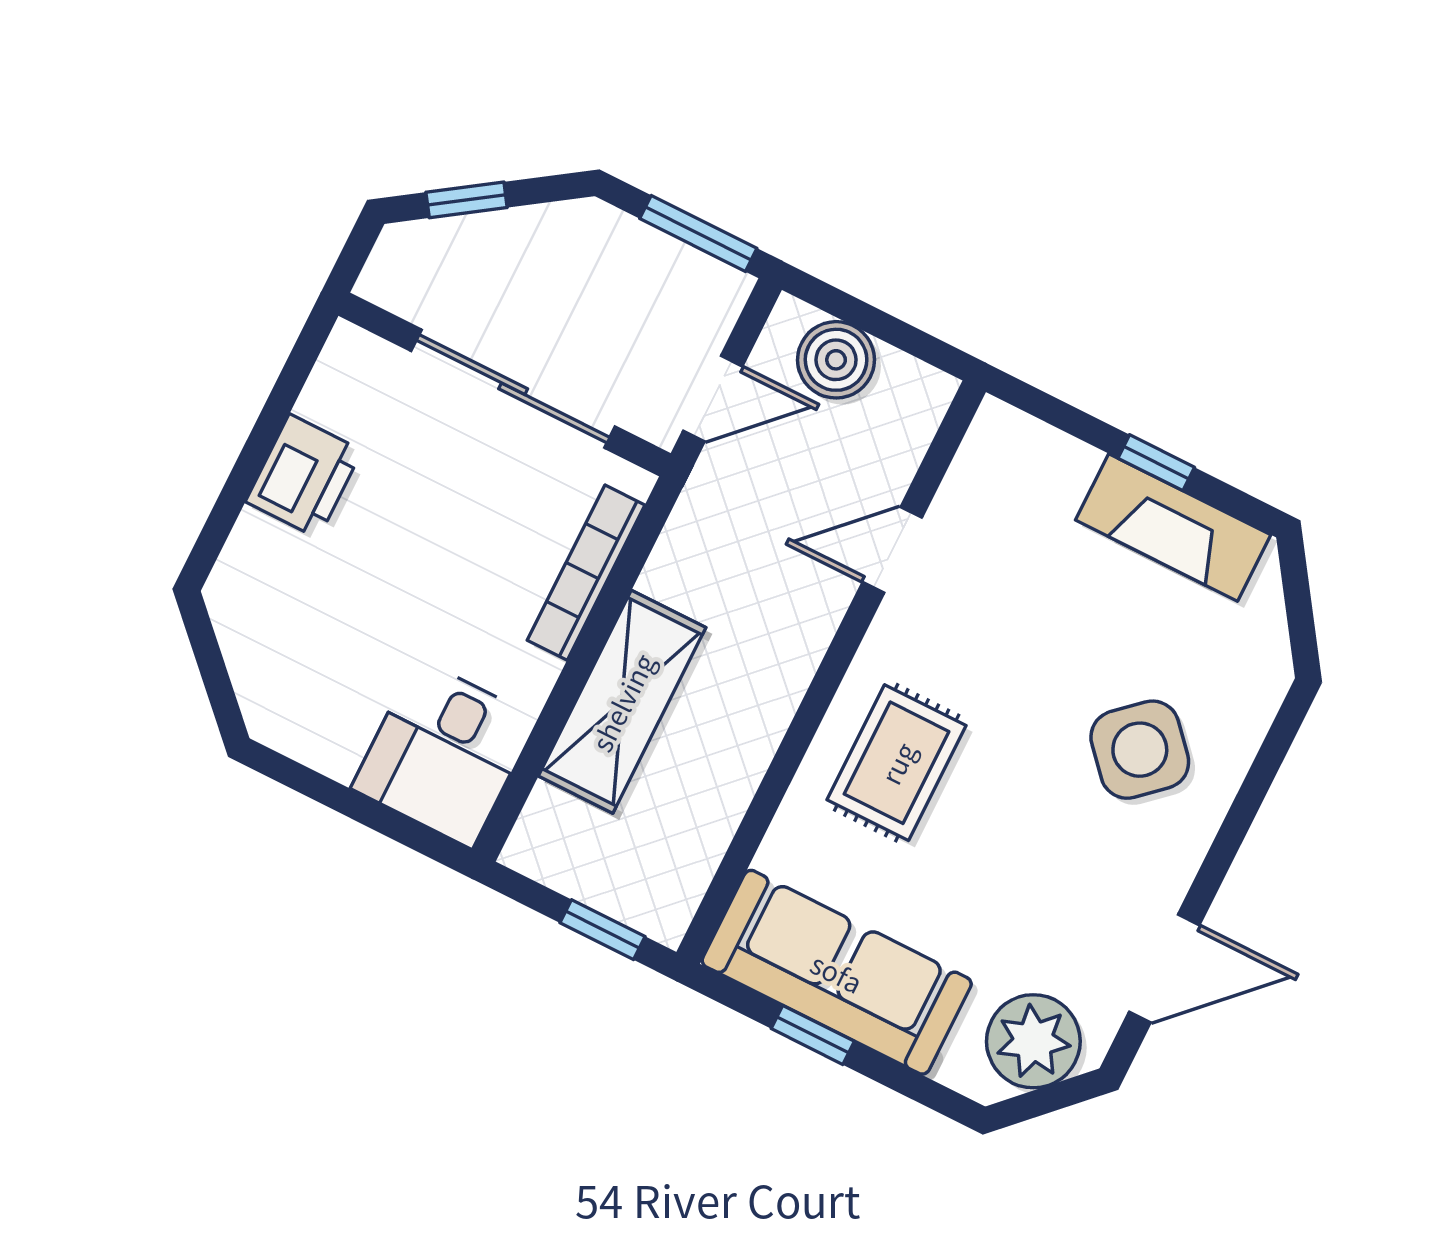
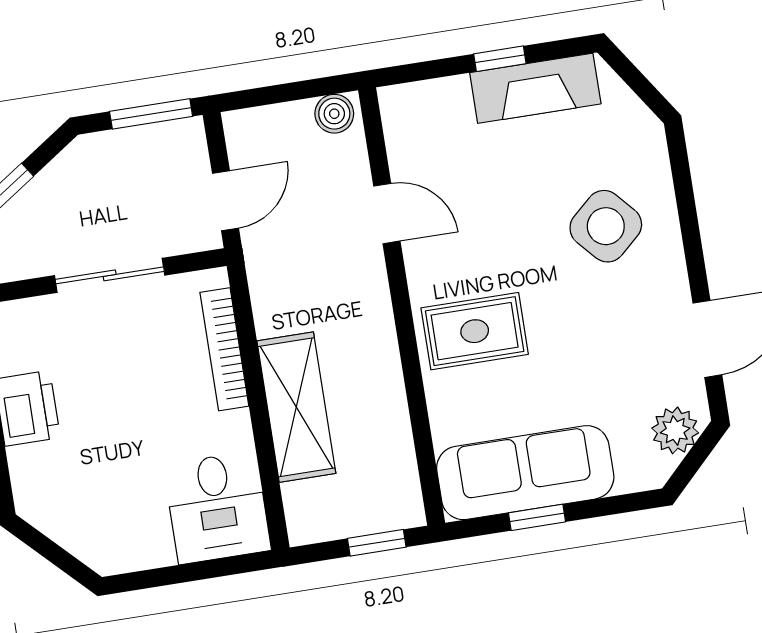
boiler: (836, 360) -> (334, 114), moved, width x0.73, depth x0.73
sliding door: (513, 389) -> (110, 275), width x0.73
door: (892, 550) -> (387, 214), swing flipped
rug: (897, 763) -> (475, 331), turned 90
plant: (1033, 1041) -> (675, 430), width x0.73, depth x0.73

